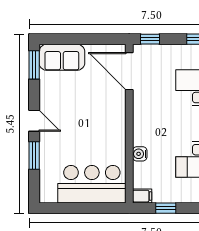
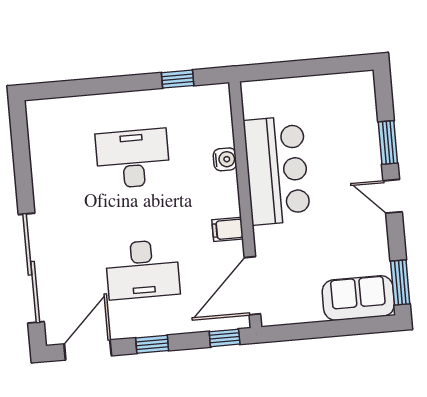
door: (129, 71) -> (252, 286), swing flipped
bar counter: (92, 184) -> (277, 170), moved, turned -90
filing cabinet: (142, 196) -> (228, 229), moved

